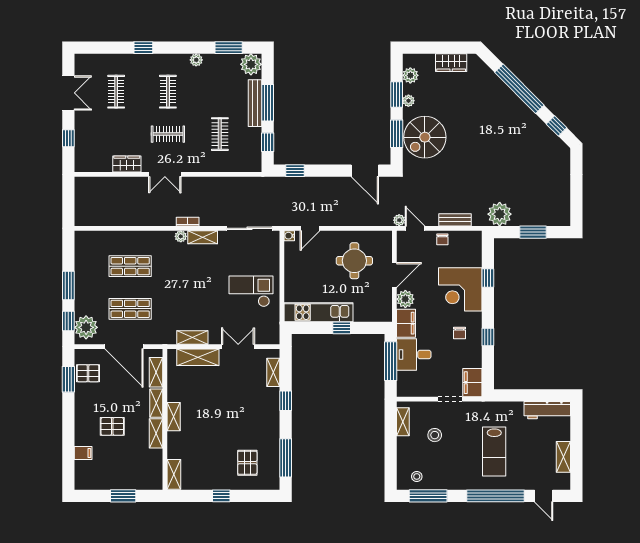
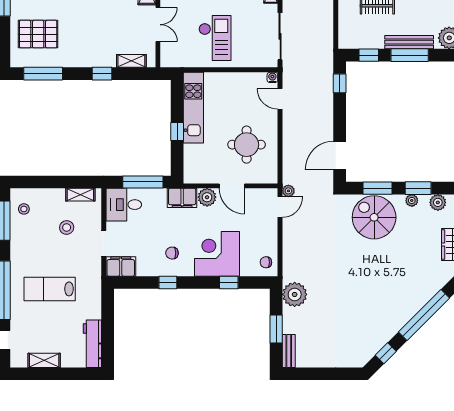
bench: (455, 220) -> (289, 351), moved
chair: (442, 239) -> (266, 262), moved
desk: (414, 354) -> (124, 205), moved, turned -90
pallet: (247, 463) -> (38, 34), width x1.50, depth x1.42

